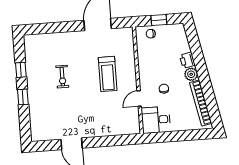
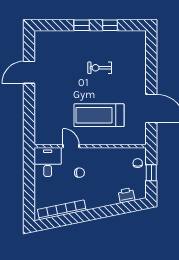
printer: (187, 60) -> (126, 195), moved
treadmill: (108, 74) -> (99, 115), width x1.37, depth x1.38
plant: (191, 74) -> (92, 202), removed

